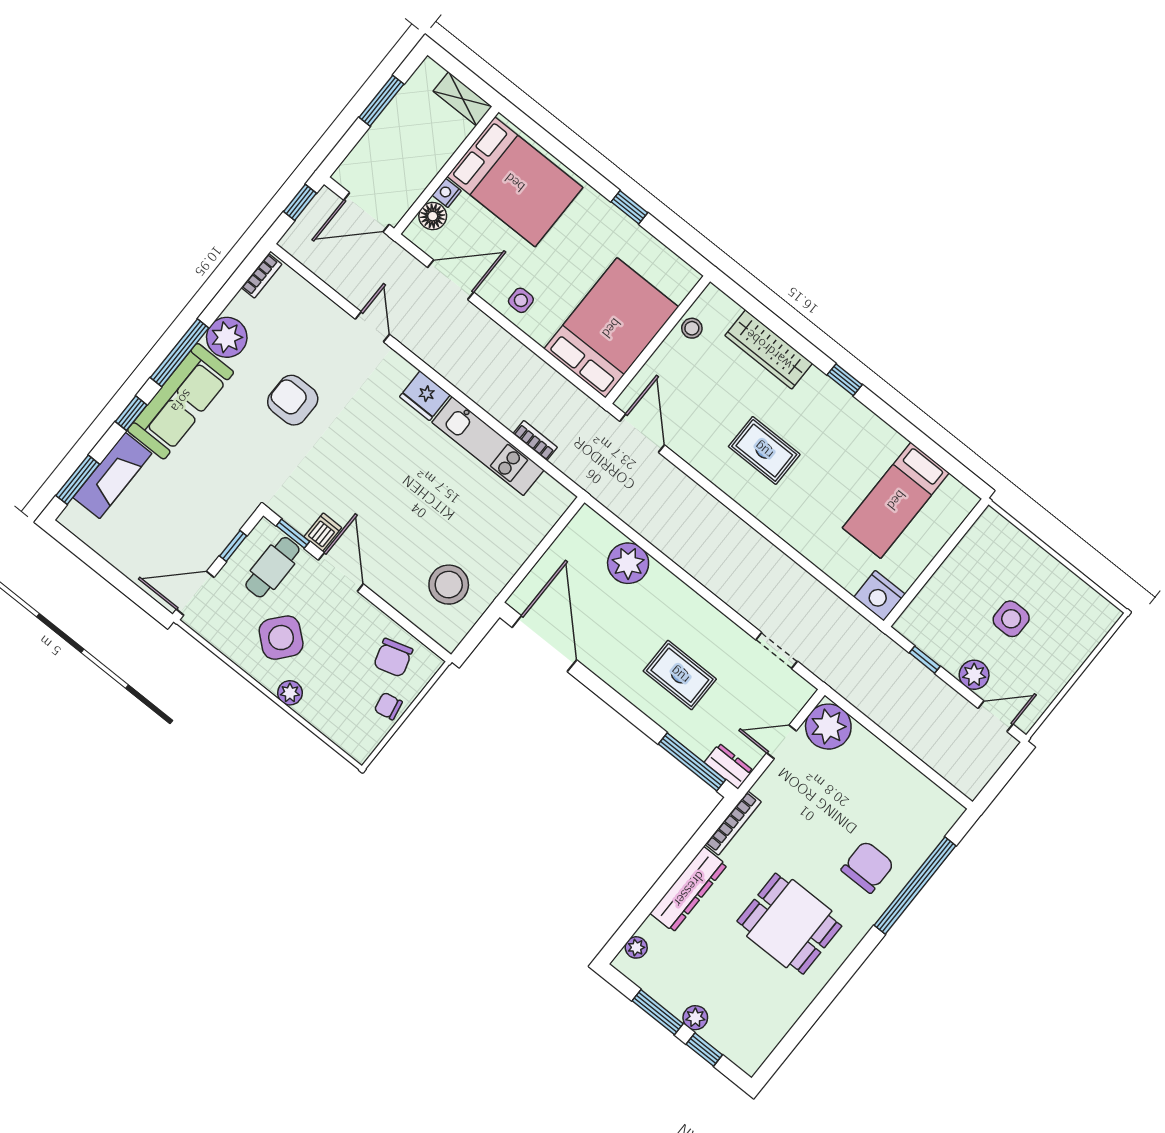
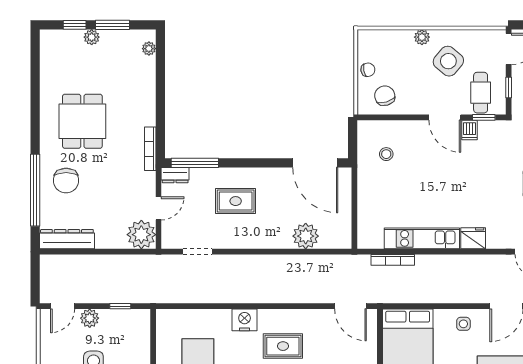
bookcase: (535, 441) -> (393, 260), width x1.56
stool: (449, 585) -> (386, 154), width x0.53, depth x0.53
nightstand: (879, 596) -> (245, 320), moved
dresser: (689, 889) -> (67, 239), moved, turned 90
dining table: (789, 924) -> (82, 121), turned 90

